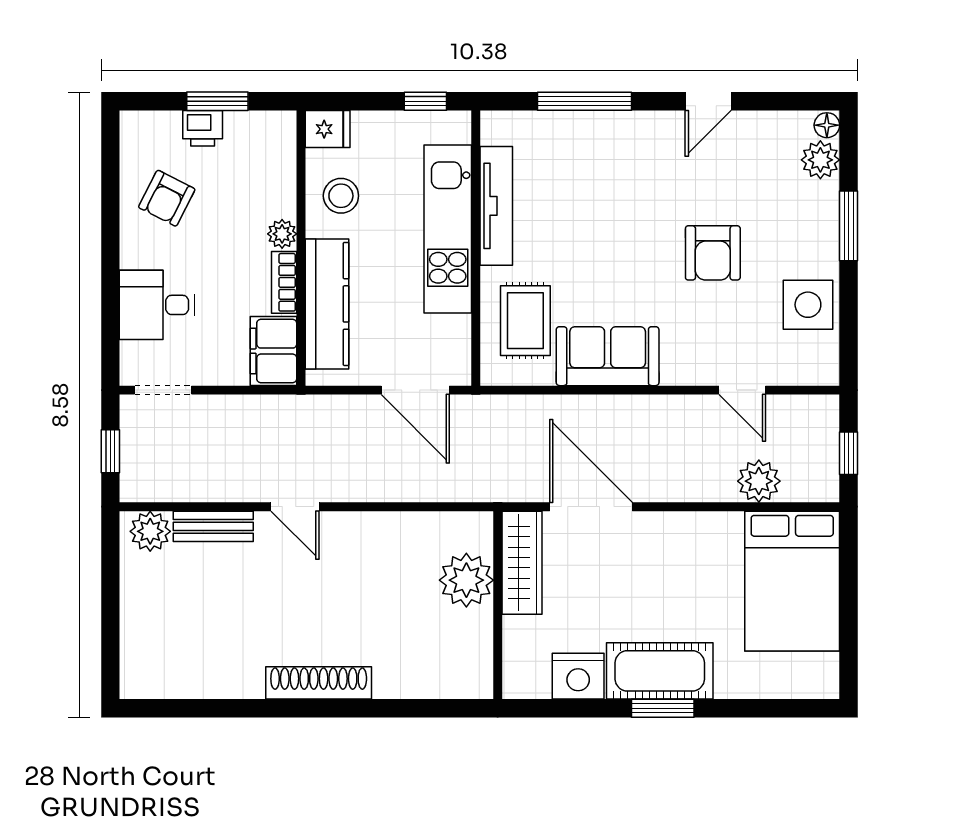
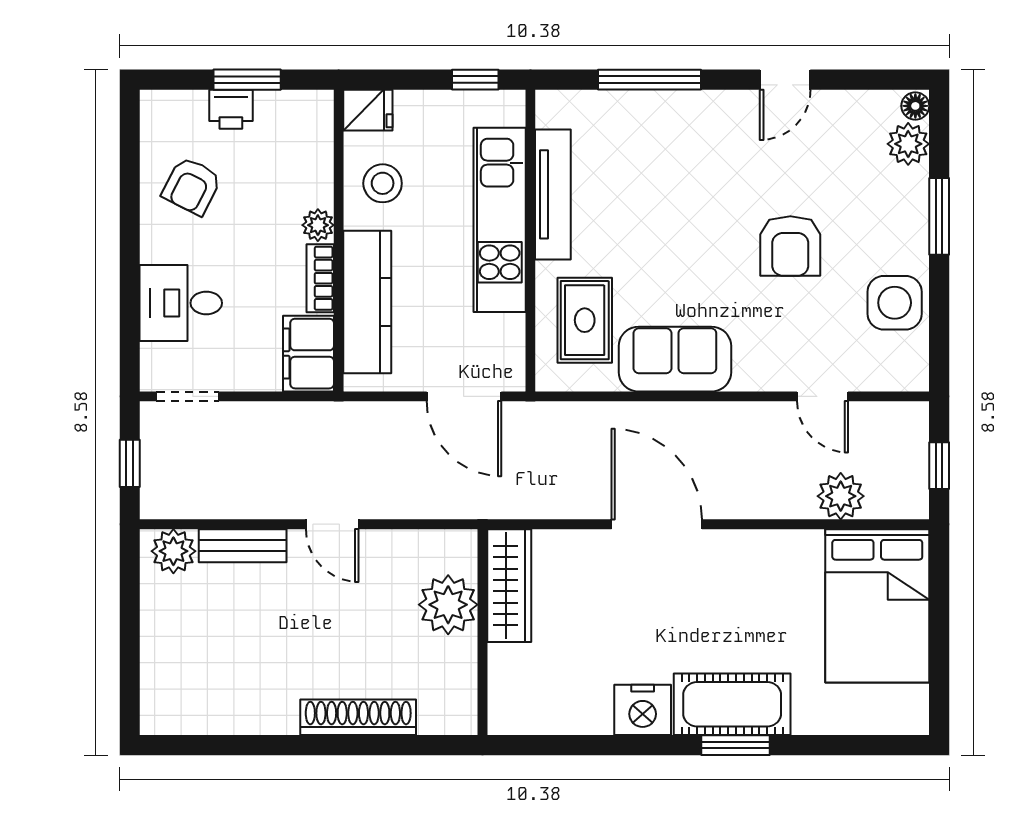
wardrobe: (522, 563) -> (509, 586), moved
plant: (466, 580) -> (448, 605), moved
wall: (498, 605) -> (483, 632), moved

